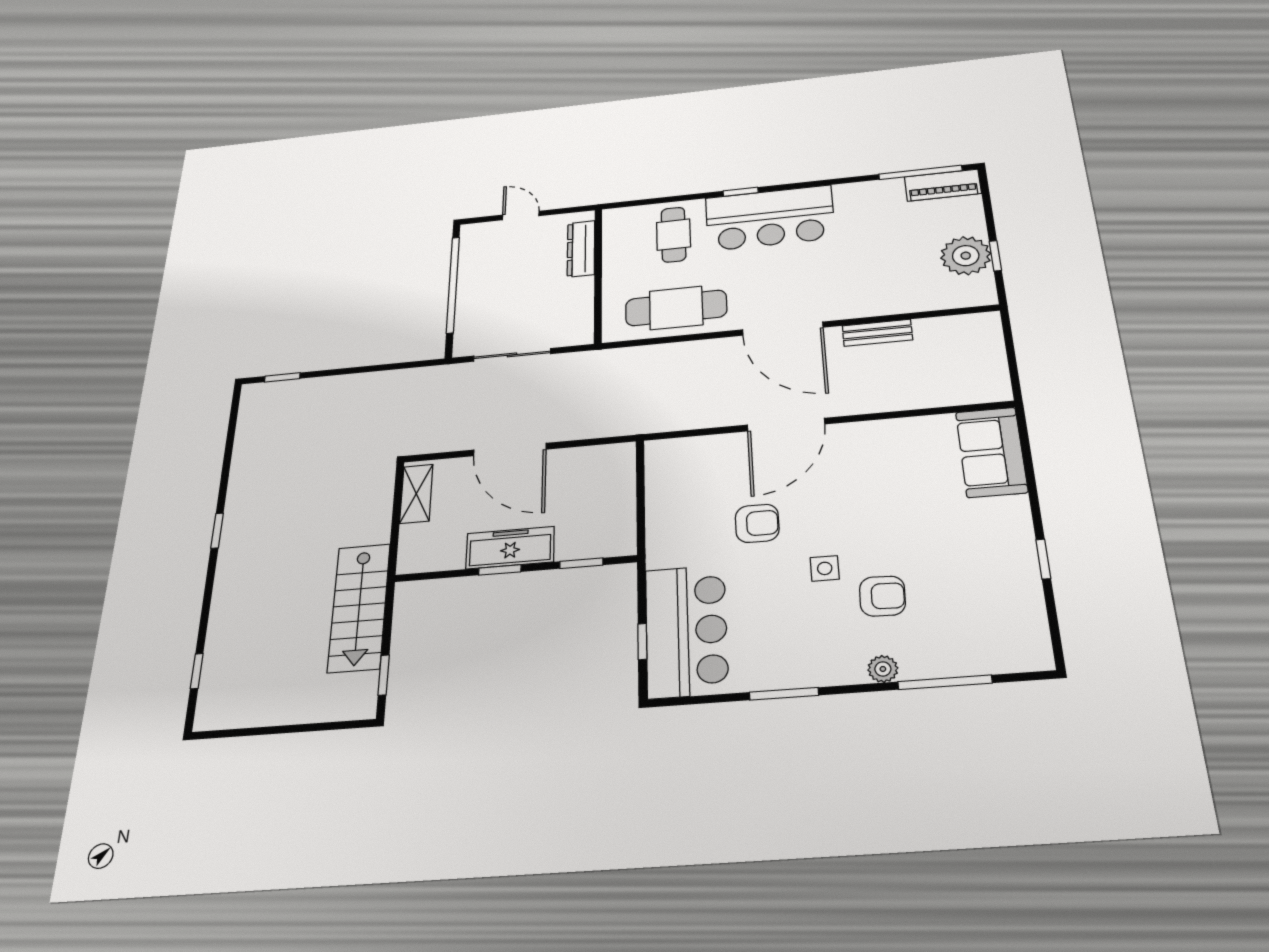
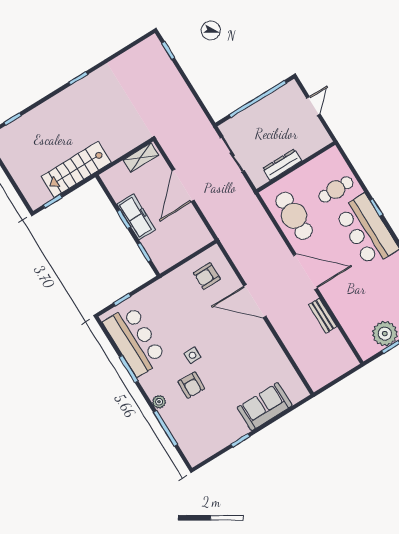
dresser: (581, 249) -> (282, 165), moved
door: (783, 329) -> (305, 272), swing flipped
sofa: (991, 452) -> (265, 407), moved
armchair: (757, 523) -> (207, 276), moved, turned 90
bar counter: (686, 631) -> (135, 340), moved, turned -90

